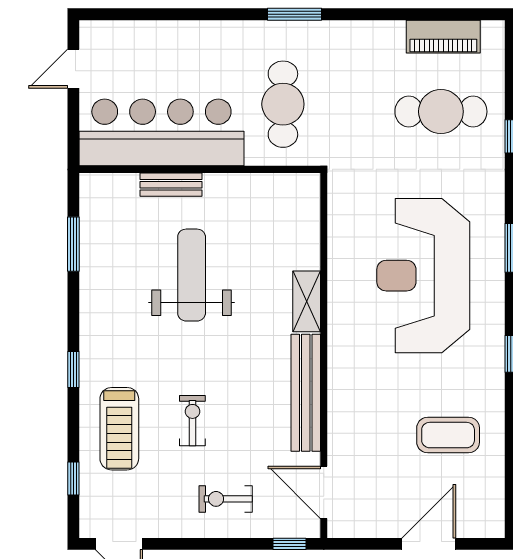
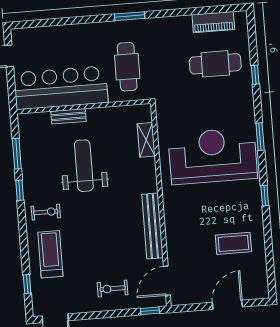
reception desk: (423, 276) -> (213, 156), turned 90
shelving: (307, 301) -> (146, 140), moved
window: (73, 370) -> (20, 190), moved
exercise bike: (192, 421) -> (46, 212), moved, turned 90
treadmill: (119, 429) -> (50, 254), turned 180
door: (324, 492) -> (167, 281), hinge flipped

